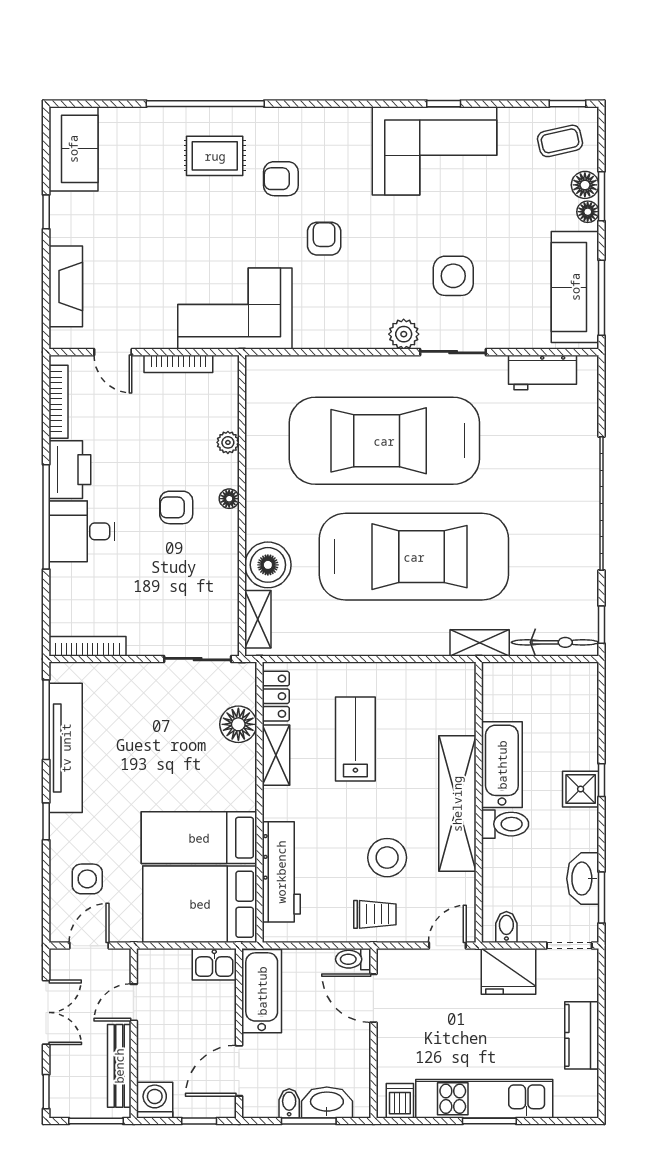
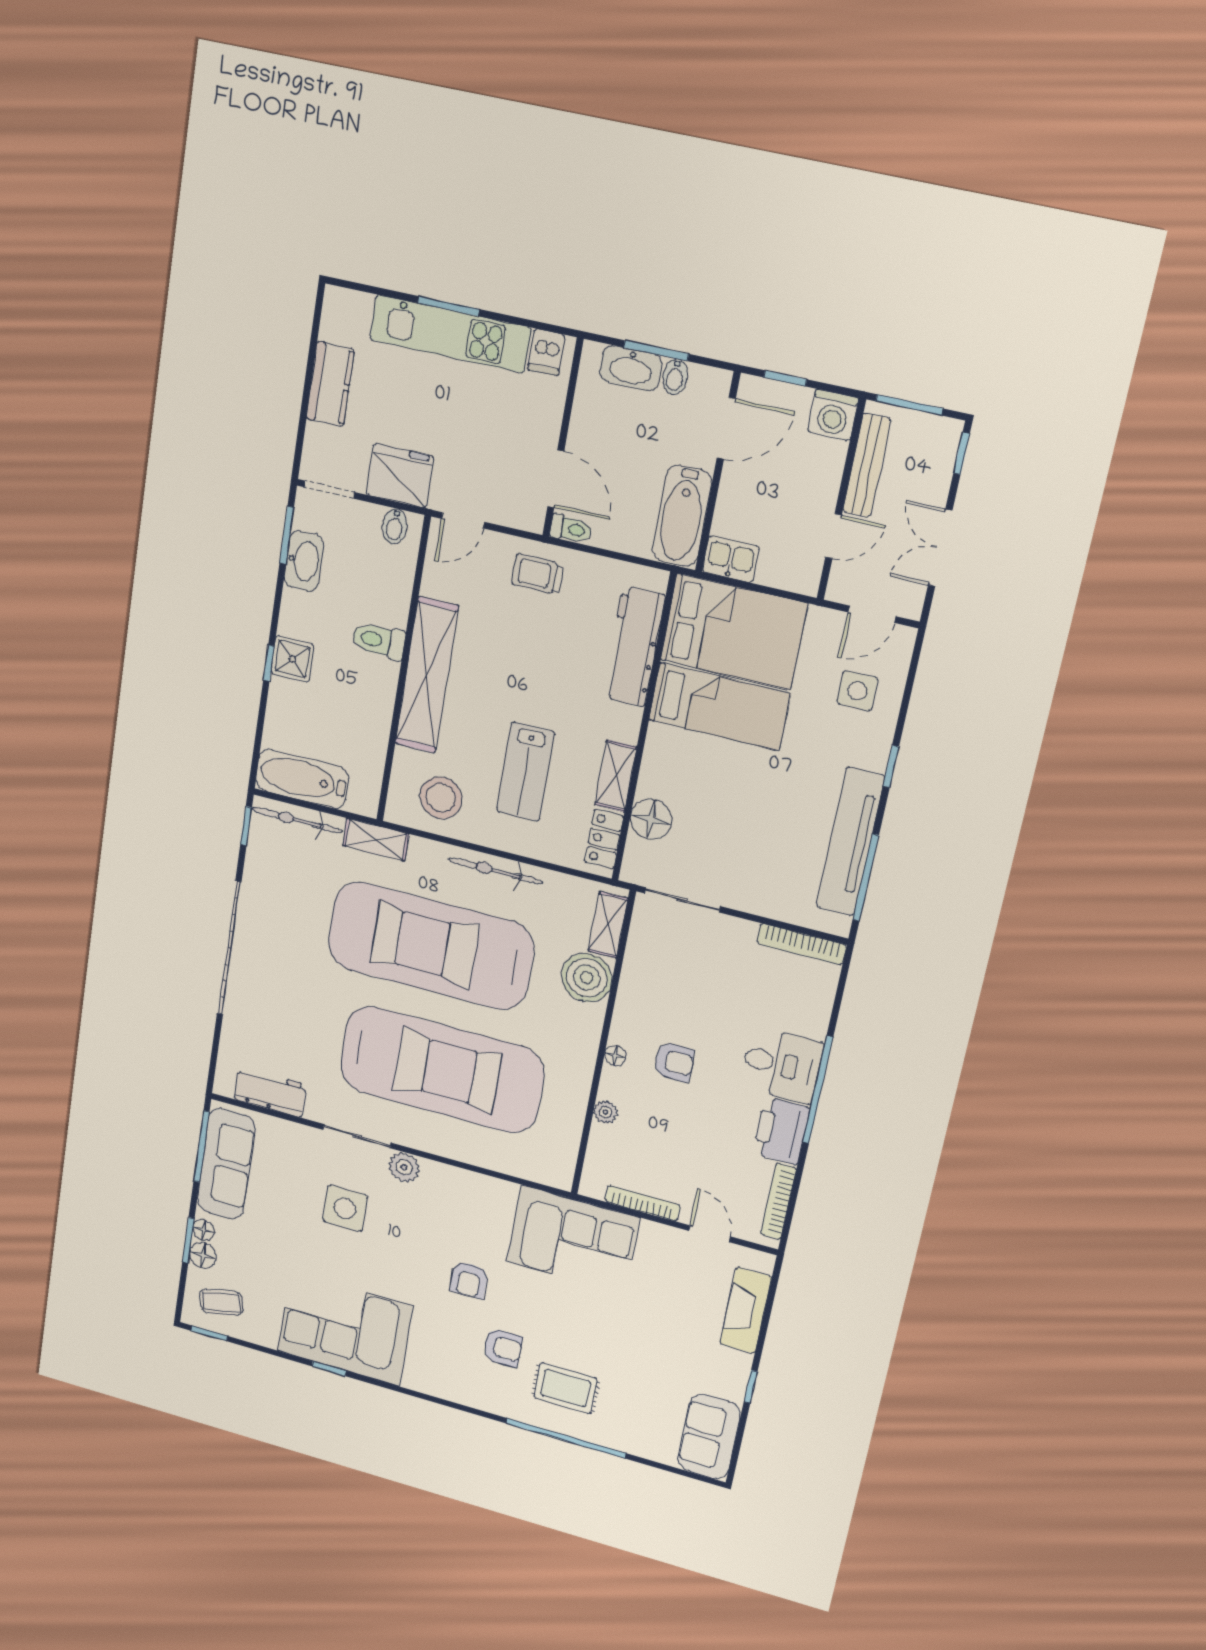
bicycle: (367, 642) -> (495, 871), added
bathtub: (502, 765) -> (302, 779), moved, turned 90
stool: (387, 858) -> (441, 798), moved

